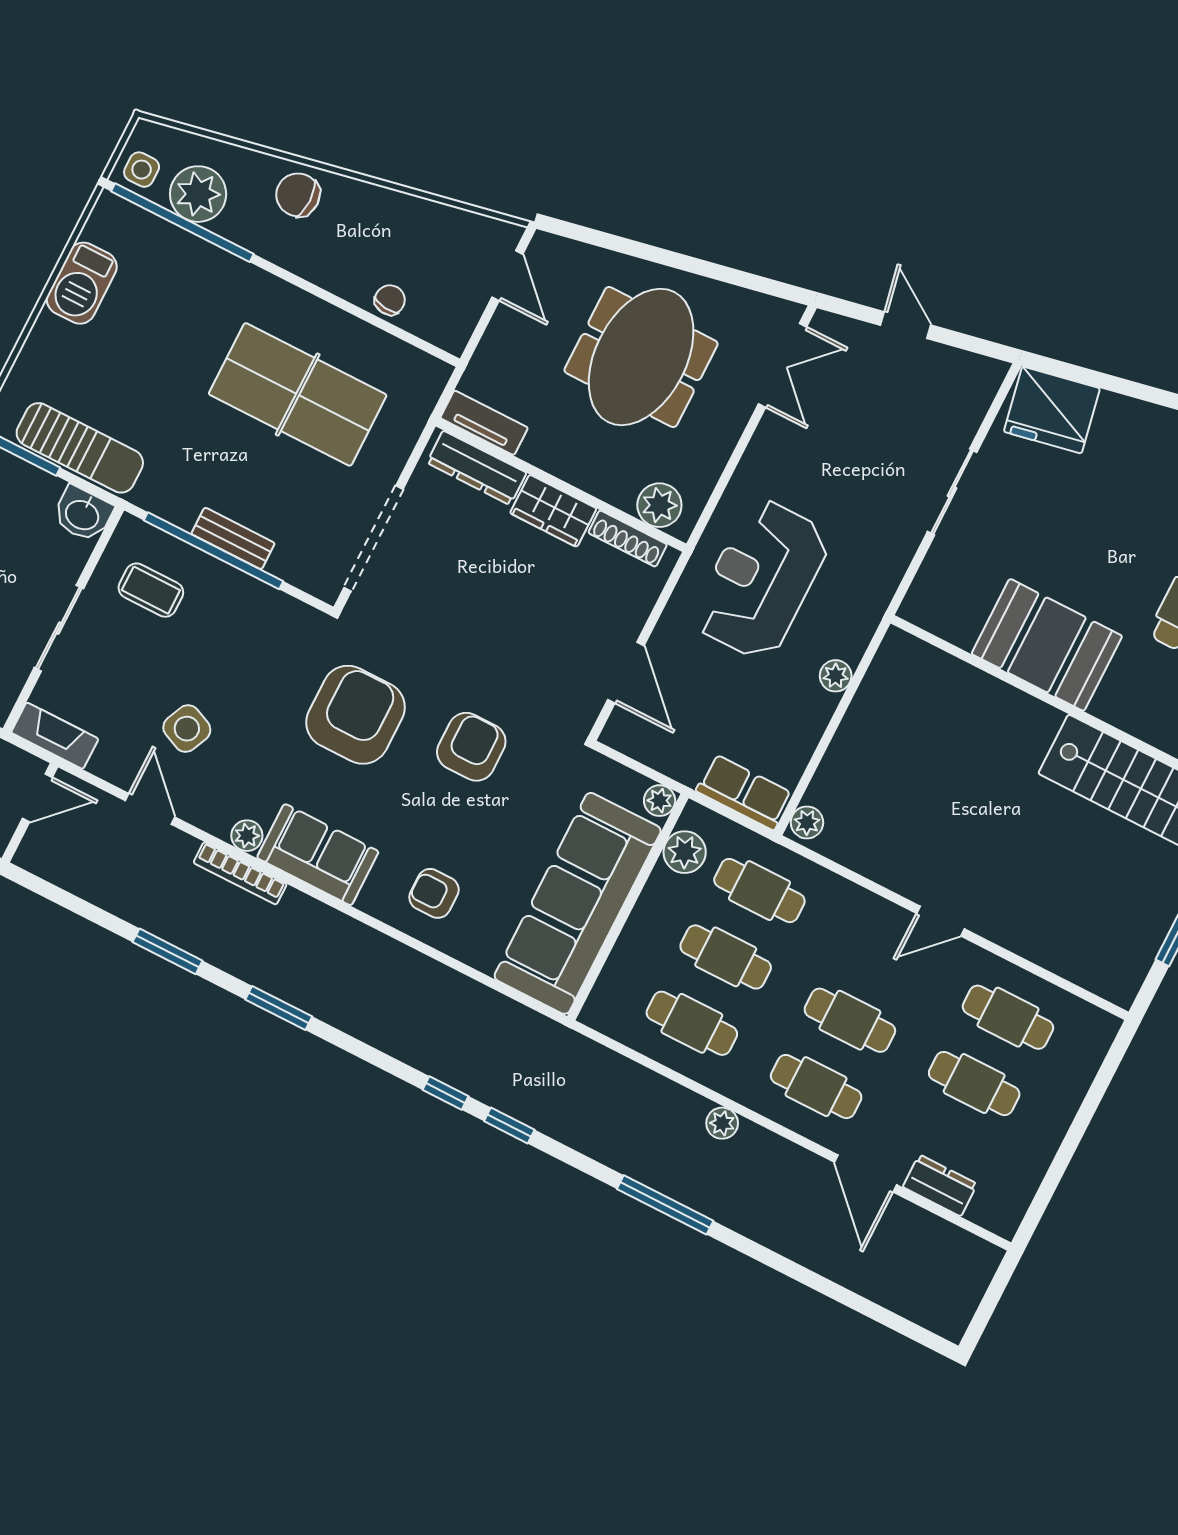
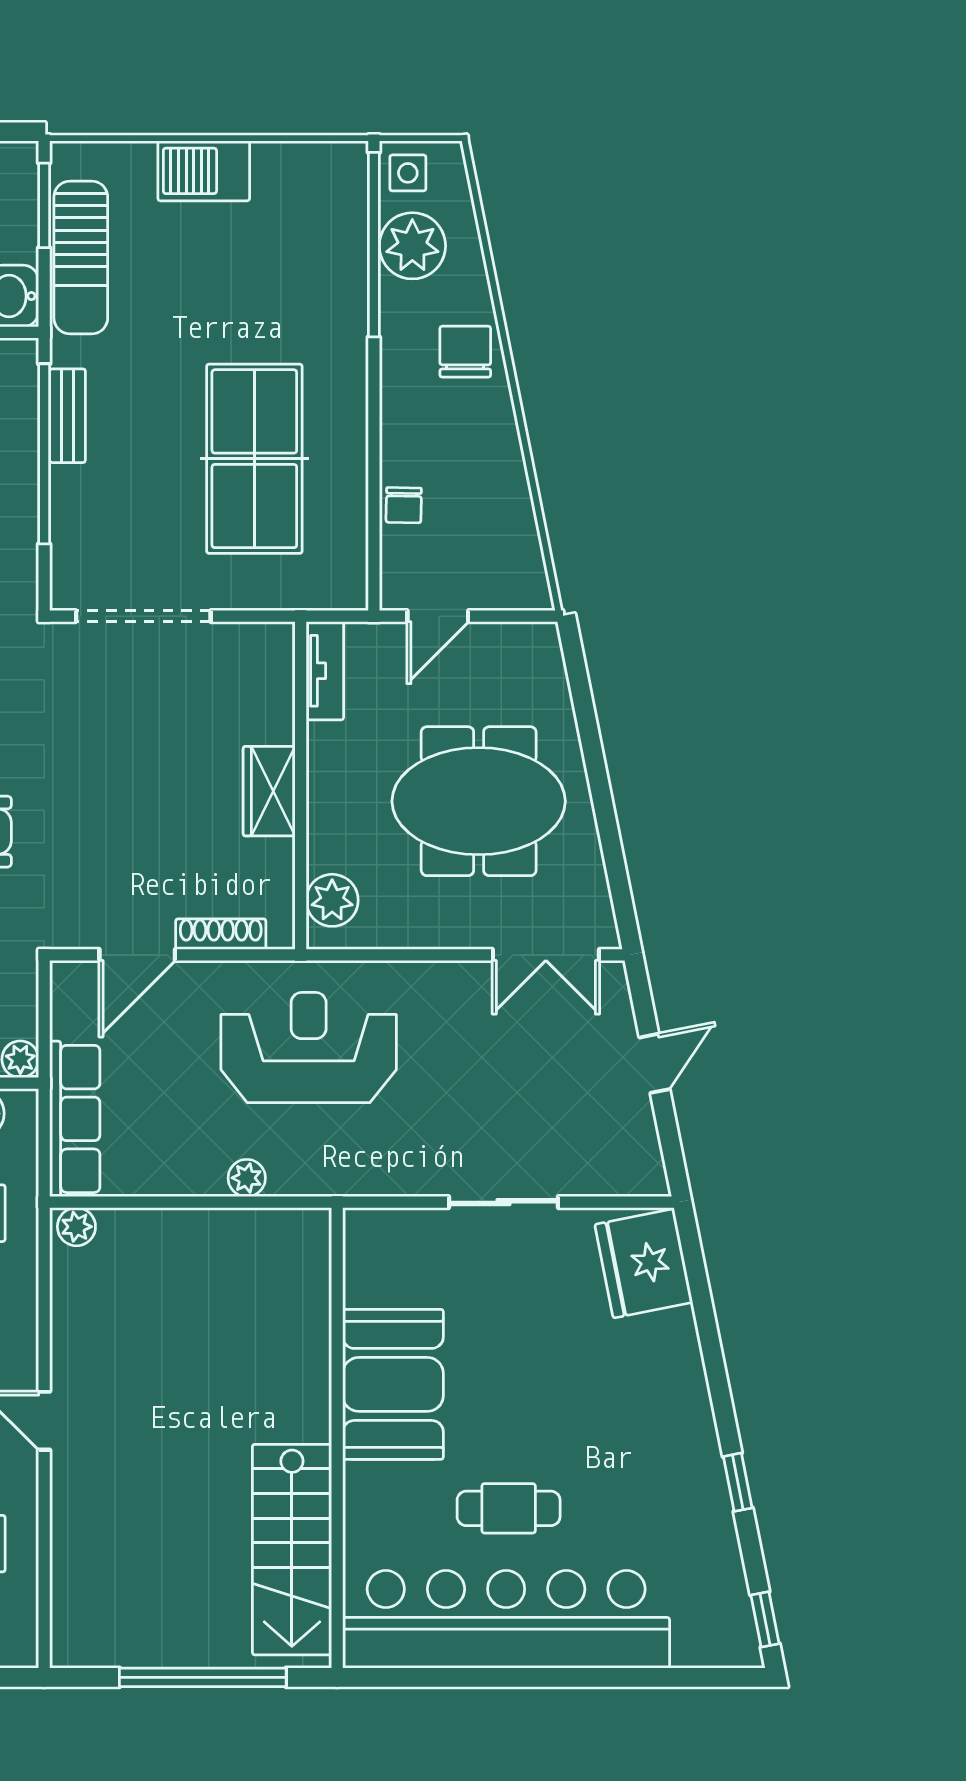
door: (507, 276) -> (438, 616), moved
barbecue: (82, 283) -> (204, 171), moved
chair: (390, 300) -> (404, 505), turned 84
dresser: (477, 468) -> (273, 687), removed
bench: (233, 538) -> (68, 416), moved
shoe rack: (628, 539) -> (221, 934), moved, turned 90
row of seats: (744, 792) -> (75, 1119), width x1.48

